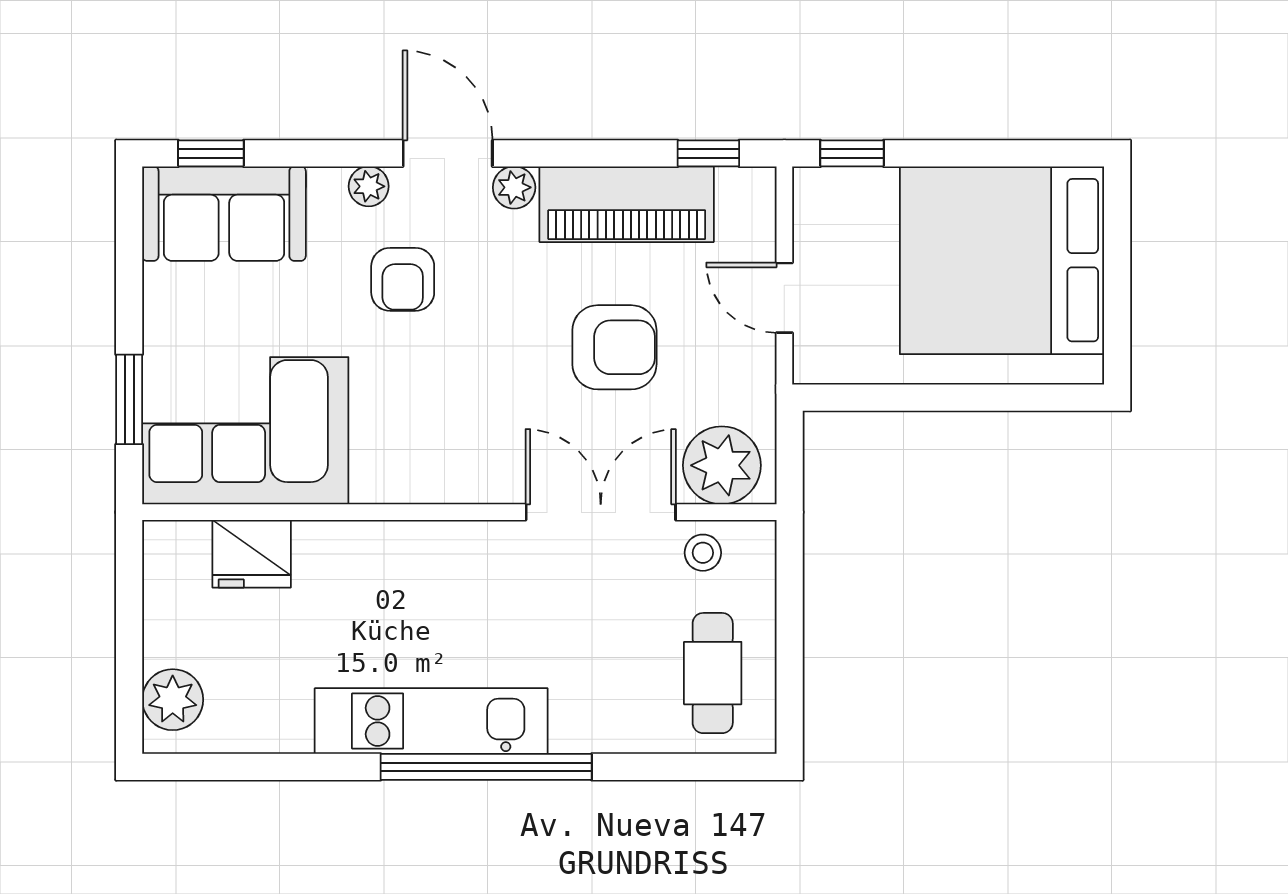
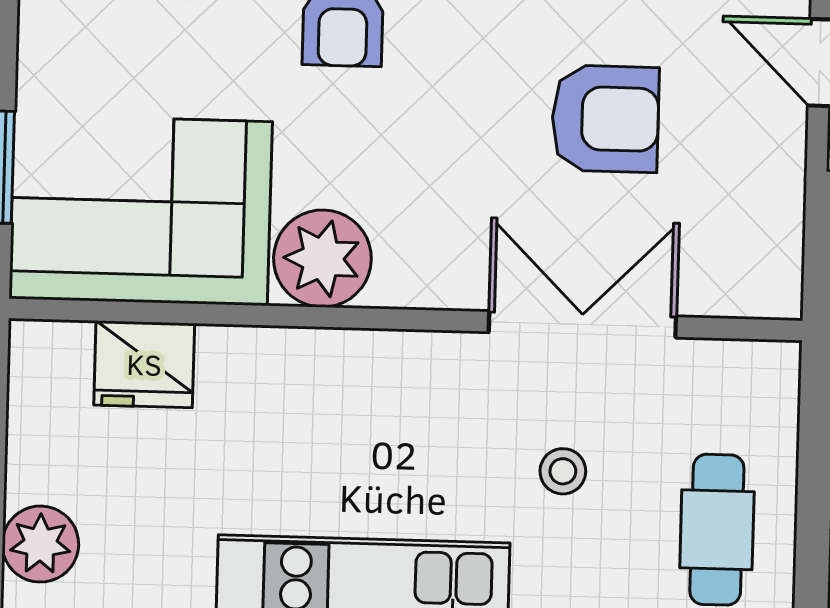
plant: (722, 465) -> (322, 259), moved
stool: (703, 553) -> (563, 471), moved

